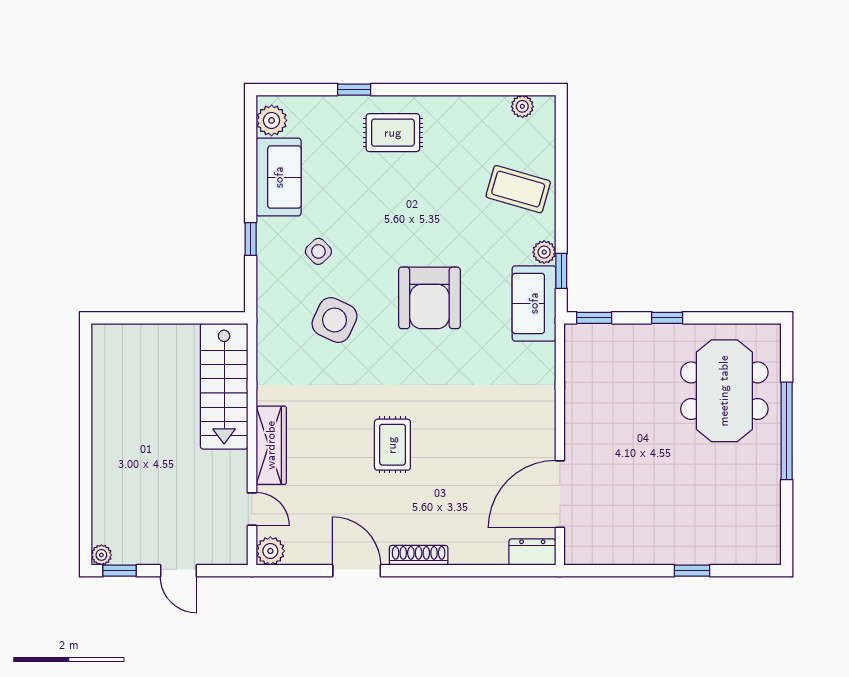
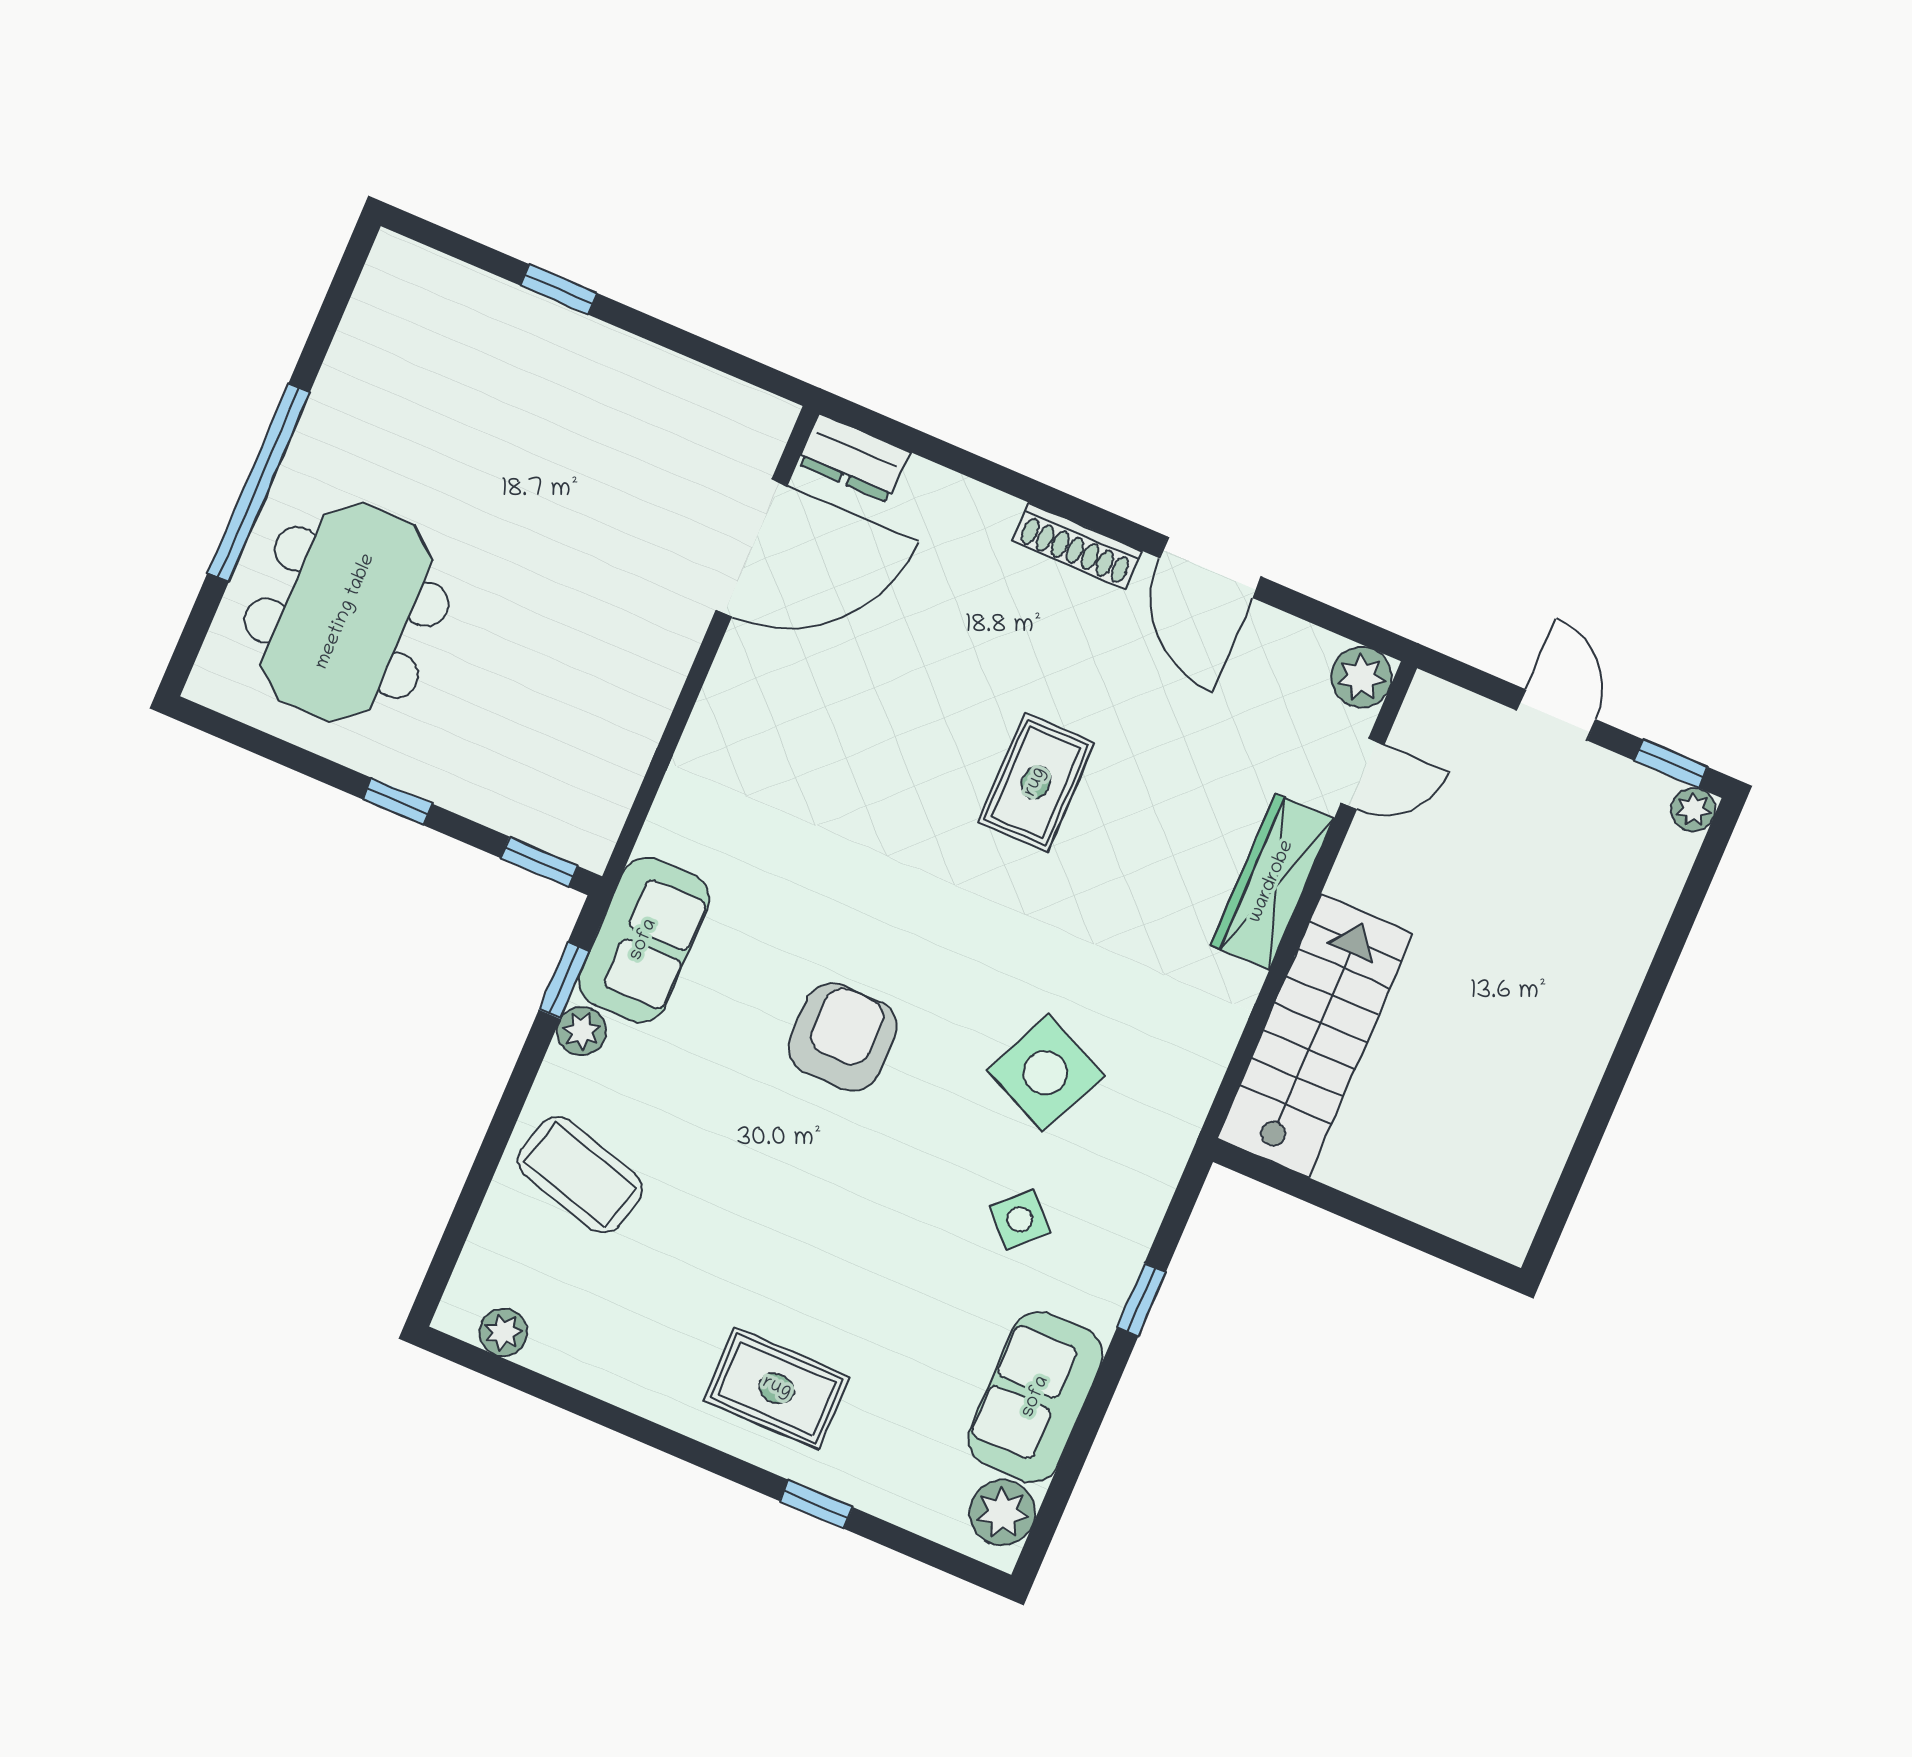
armchair: (429, 298) -> (843, 1037), width x0.73, depth x0.73
door: (252, 509) -> (1363, 774), swing flipped

